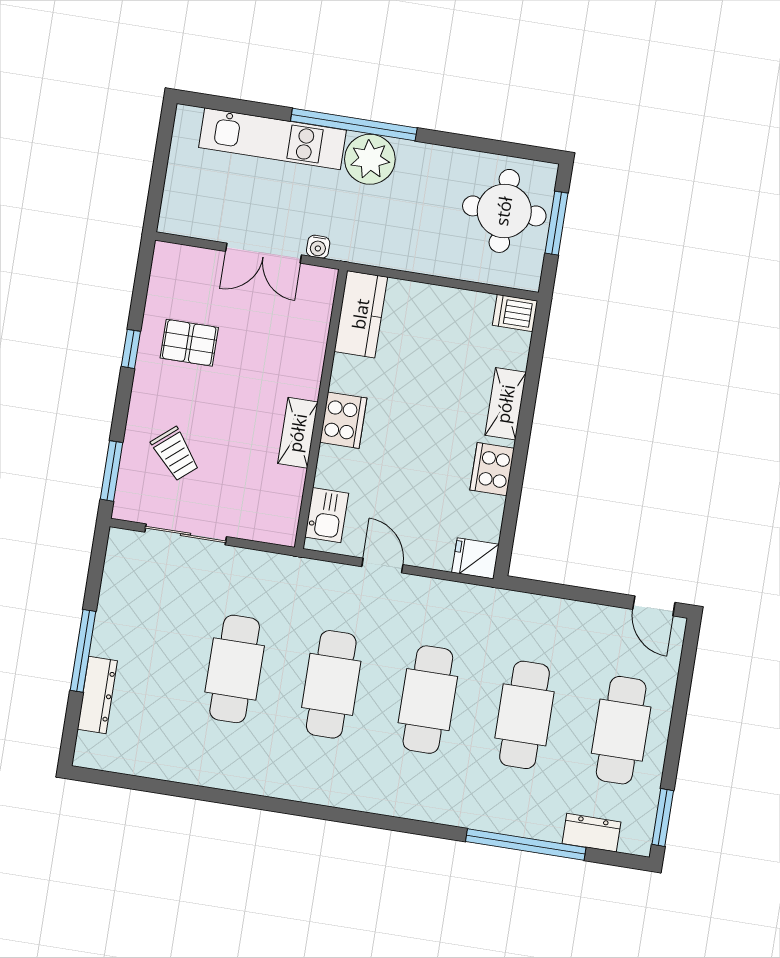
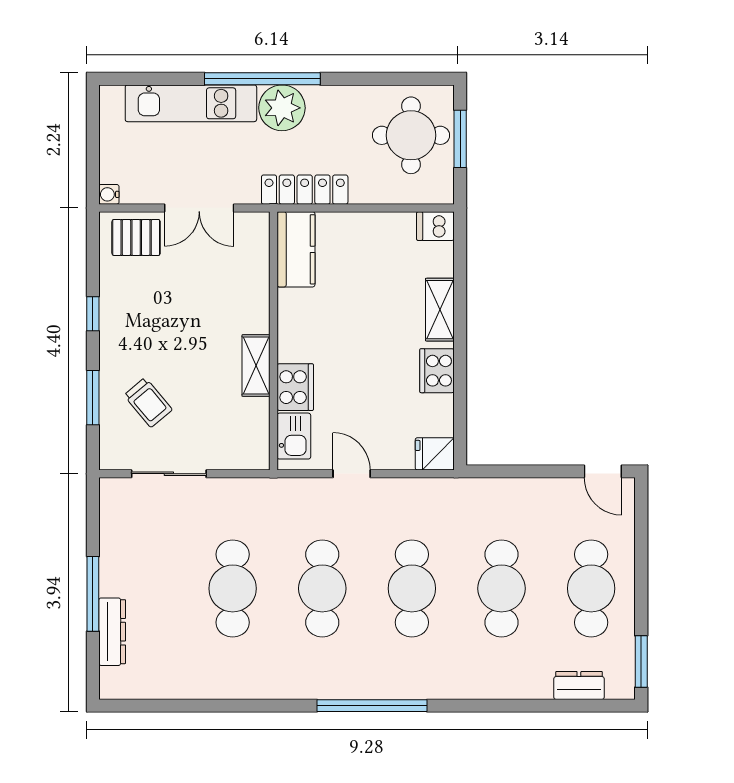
water cooler: (318, 247) -> (109, 194), moved, turned 90
locker: (380, 251) -> (305, 190), added
pallet: (189, 343) -> (136, 237), moved
cooker: (343, 420) -> (295, 387), moved
window: (112, 471) -> (93, 398), moved
window: (526, 845) -> (372, 706), moved

